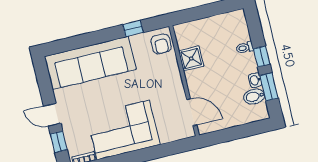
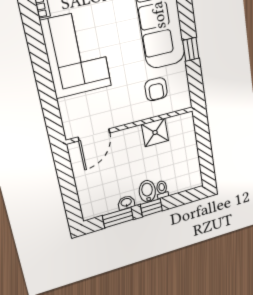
window: (133, 29) -> (191, 49), moved
armchair: (161, 44) -> (156, 89), moved, turned -90
bidet: (254, 97) -> (147, 191), moved

